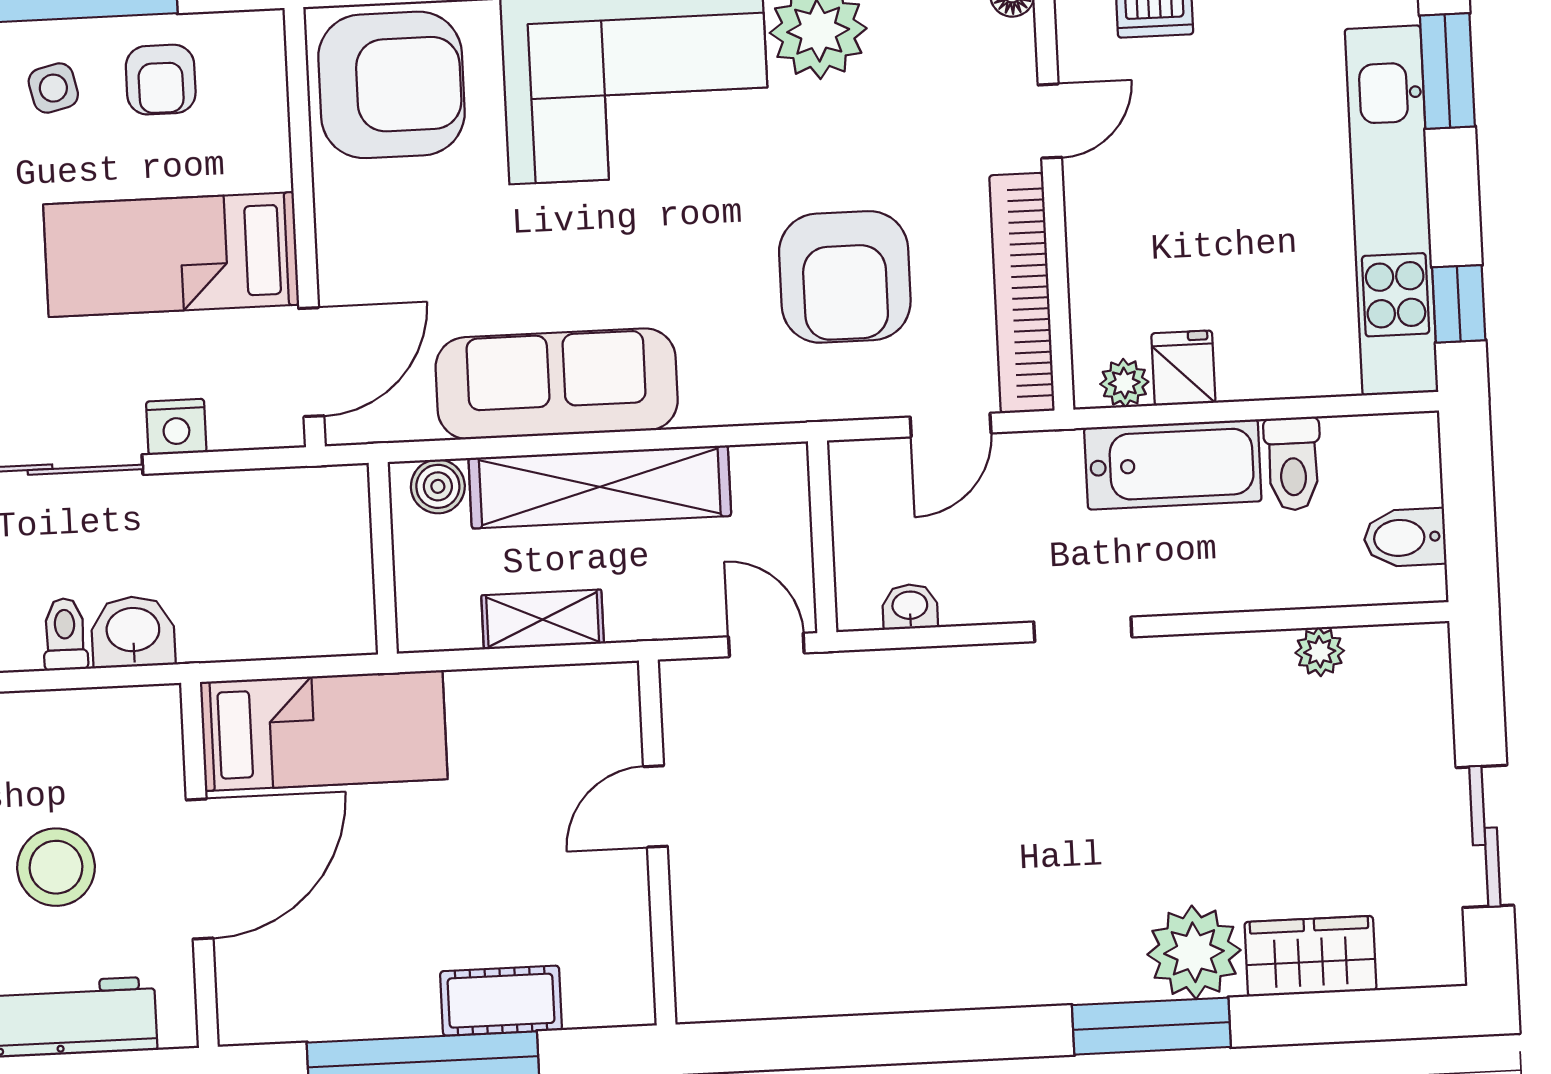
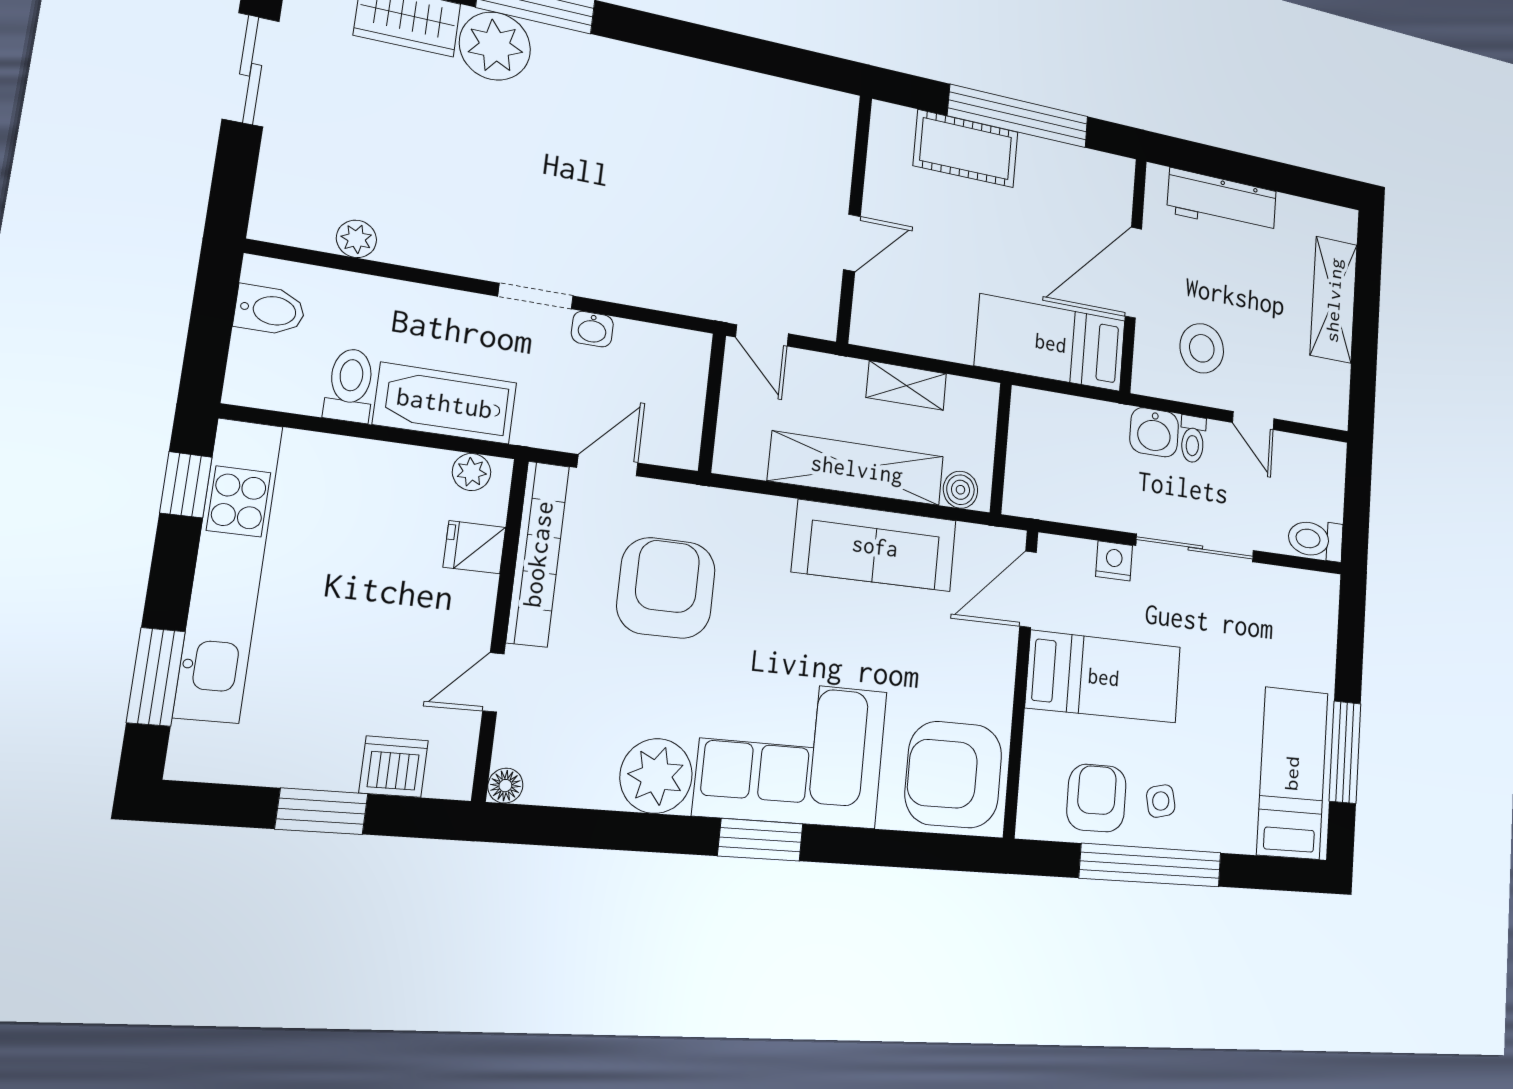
armchair: (161, 80) -> (1096, 798), width x1.38, depth x1.38
fridge: (1183, 368) -> (475, 547), moved, turned 90
washbasin: (910, 607) -> (592, 329), moved
stool: (56, 867) -> (1202, 348), moved
cot: (501, 1001) -> (966, 149), width x1.37, depth x1.34

